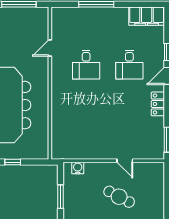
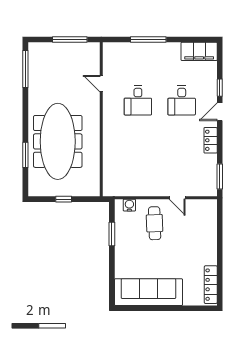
door: (50, 48) -> (101, 84), hinge flipped
cafe table: (119, 197) -> (155, 223), moved, turned 60

